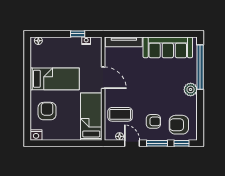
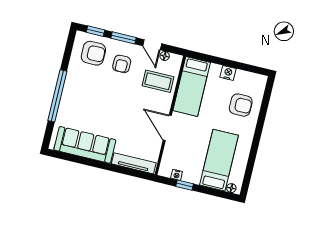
window: (200, 67) -> (57, 96), moved
bed: (55, 79) -> (219, 160), moved, turned 90
plant: (191, 89) -> (70, 90), removed
armchair: (47, 111) -> (241, 105), turned -90
armchair: (153, 121) -> (122, 64), turned -90
nightstand: (36, 135) -> (228, 73), moved

